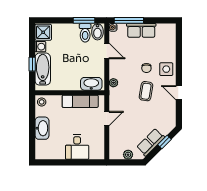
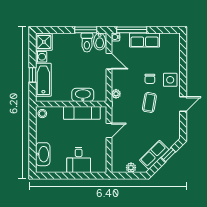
washbasin: (91, 84) -> (83, 95), moved
door: (179, 93) -> (183, 104), swing flipped
washbasin: (42, 128) -> (43, 154), moved

